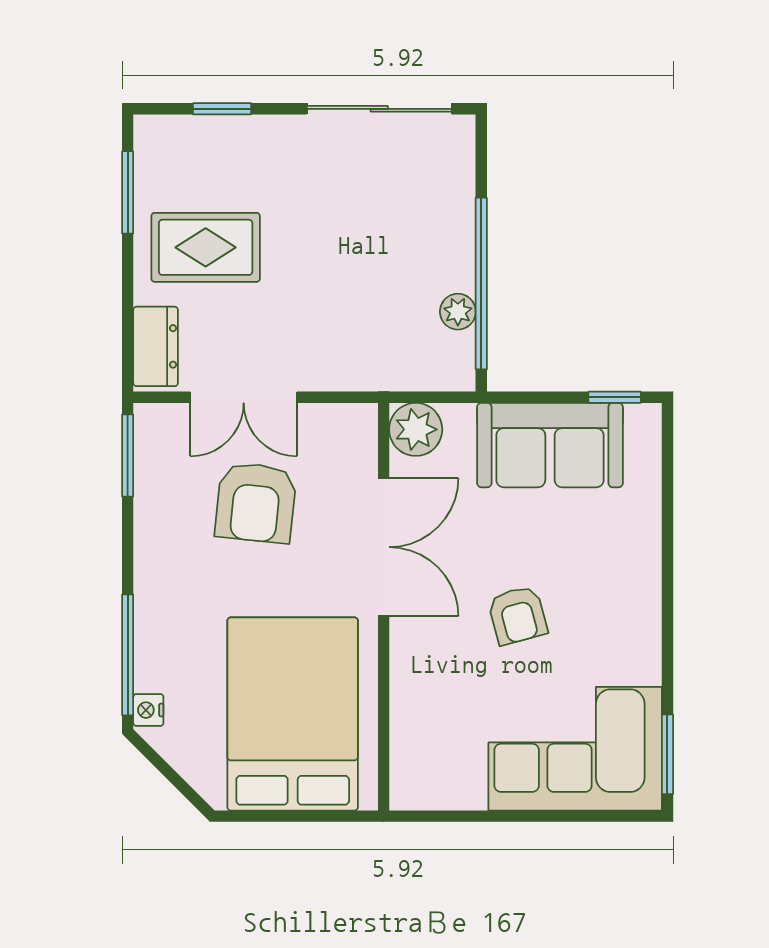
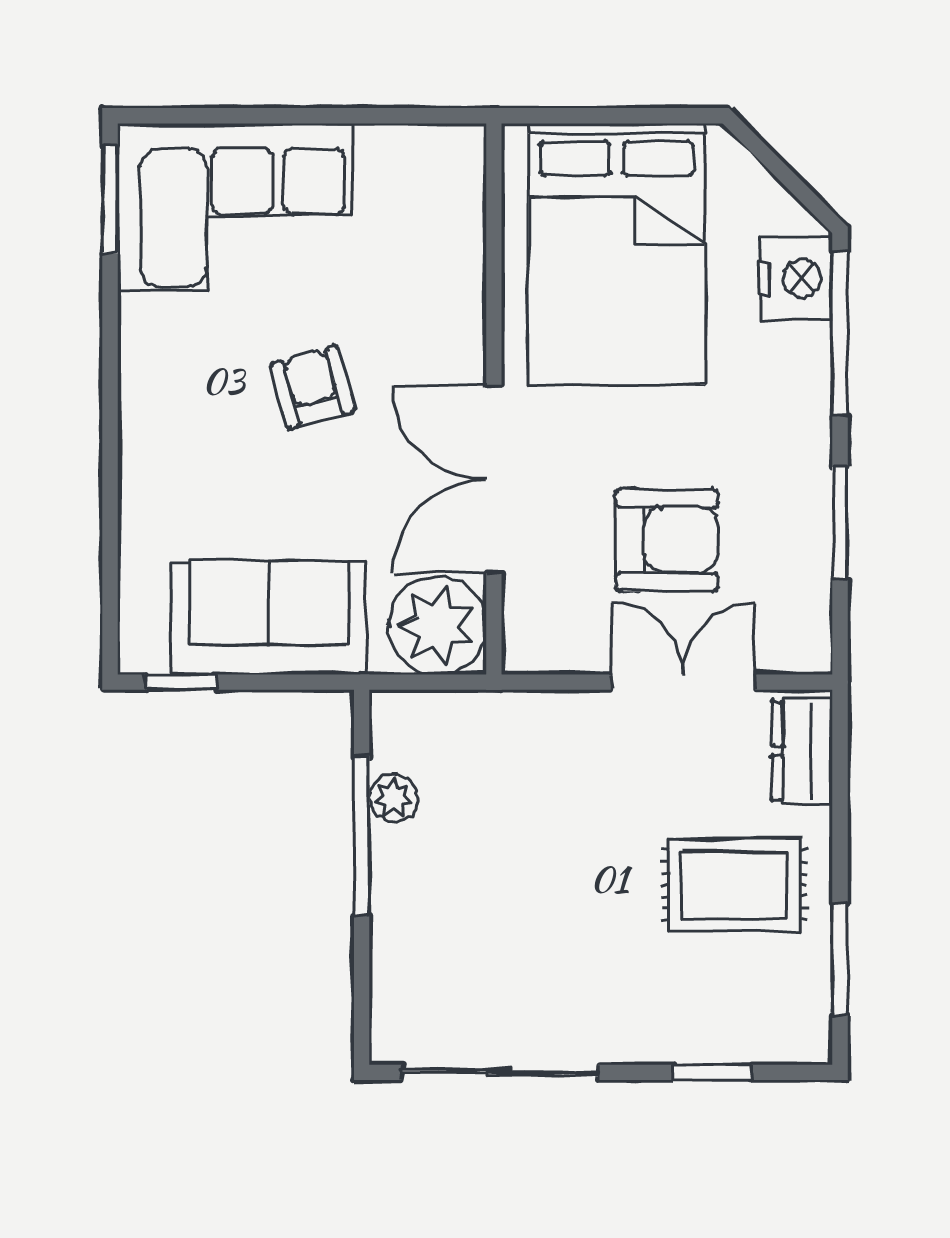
window: (481, 284) -> (362, 836), width x0.68
plant: (416, 429) -> (437, 626), width x1.36, depth x1.36
window: (128, 456) -> (840, 523), moved
armchair: (256, 503) -> (667, 540), turned 84
nightstand: (148, 710) -> (796, 278), width x1.89, depth x1.79

